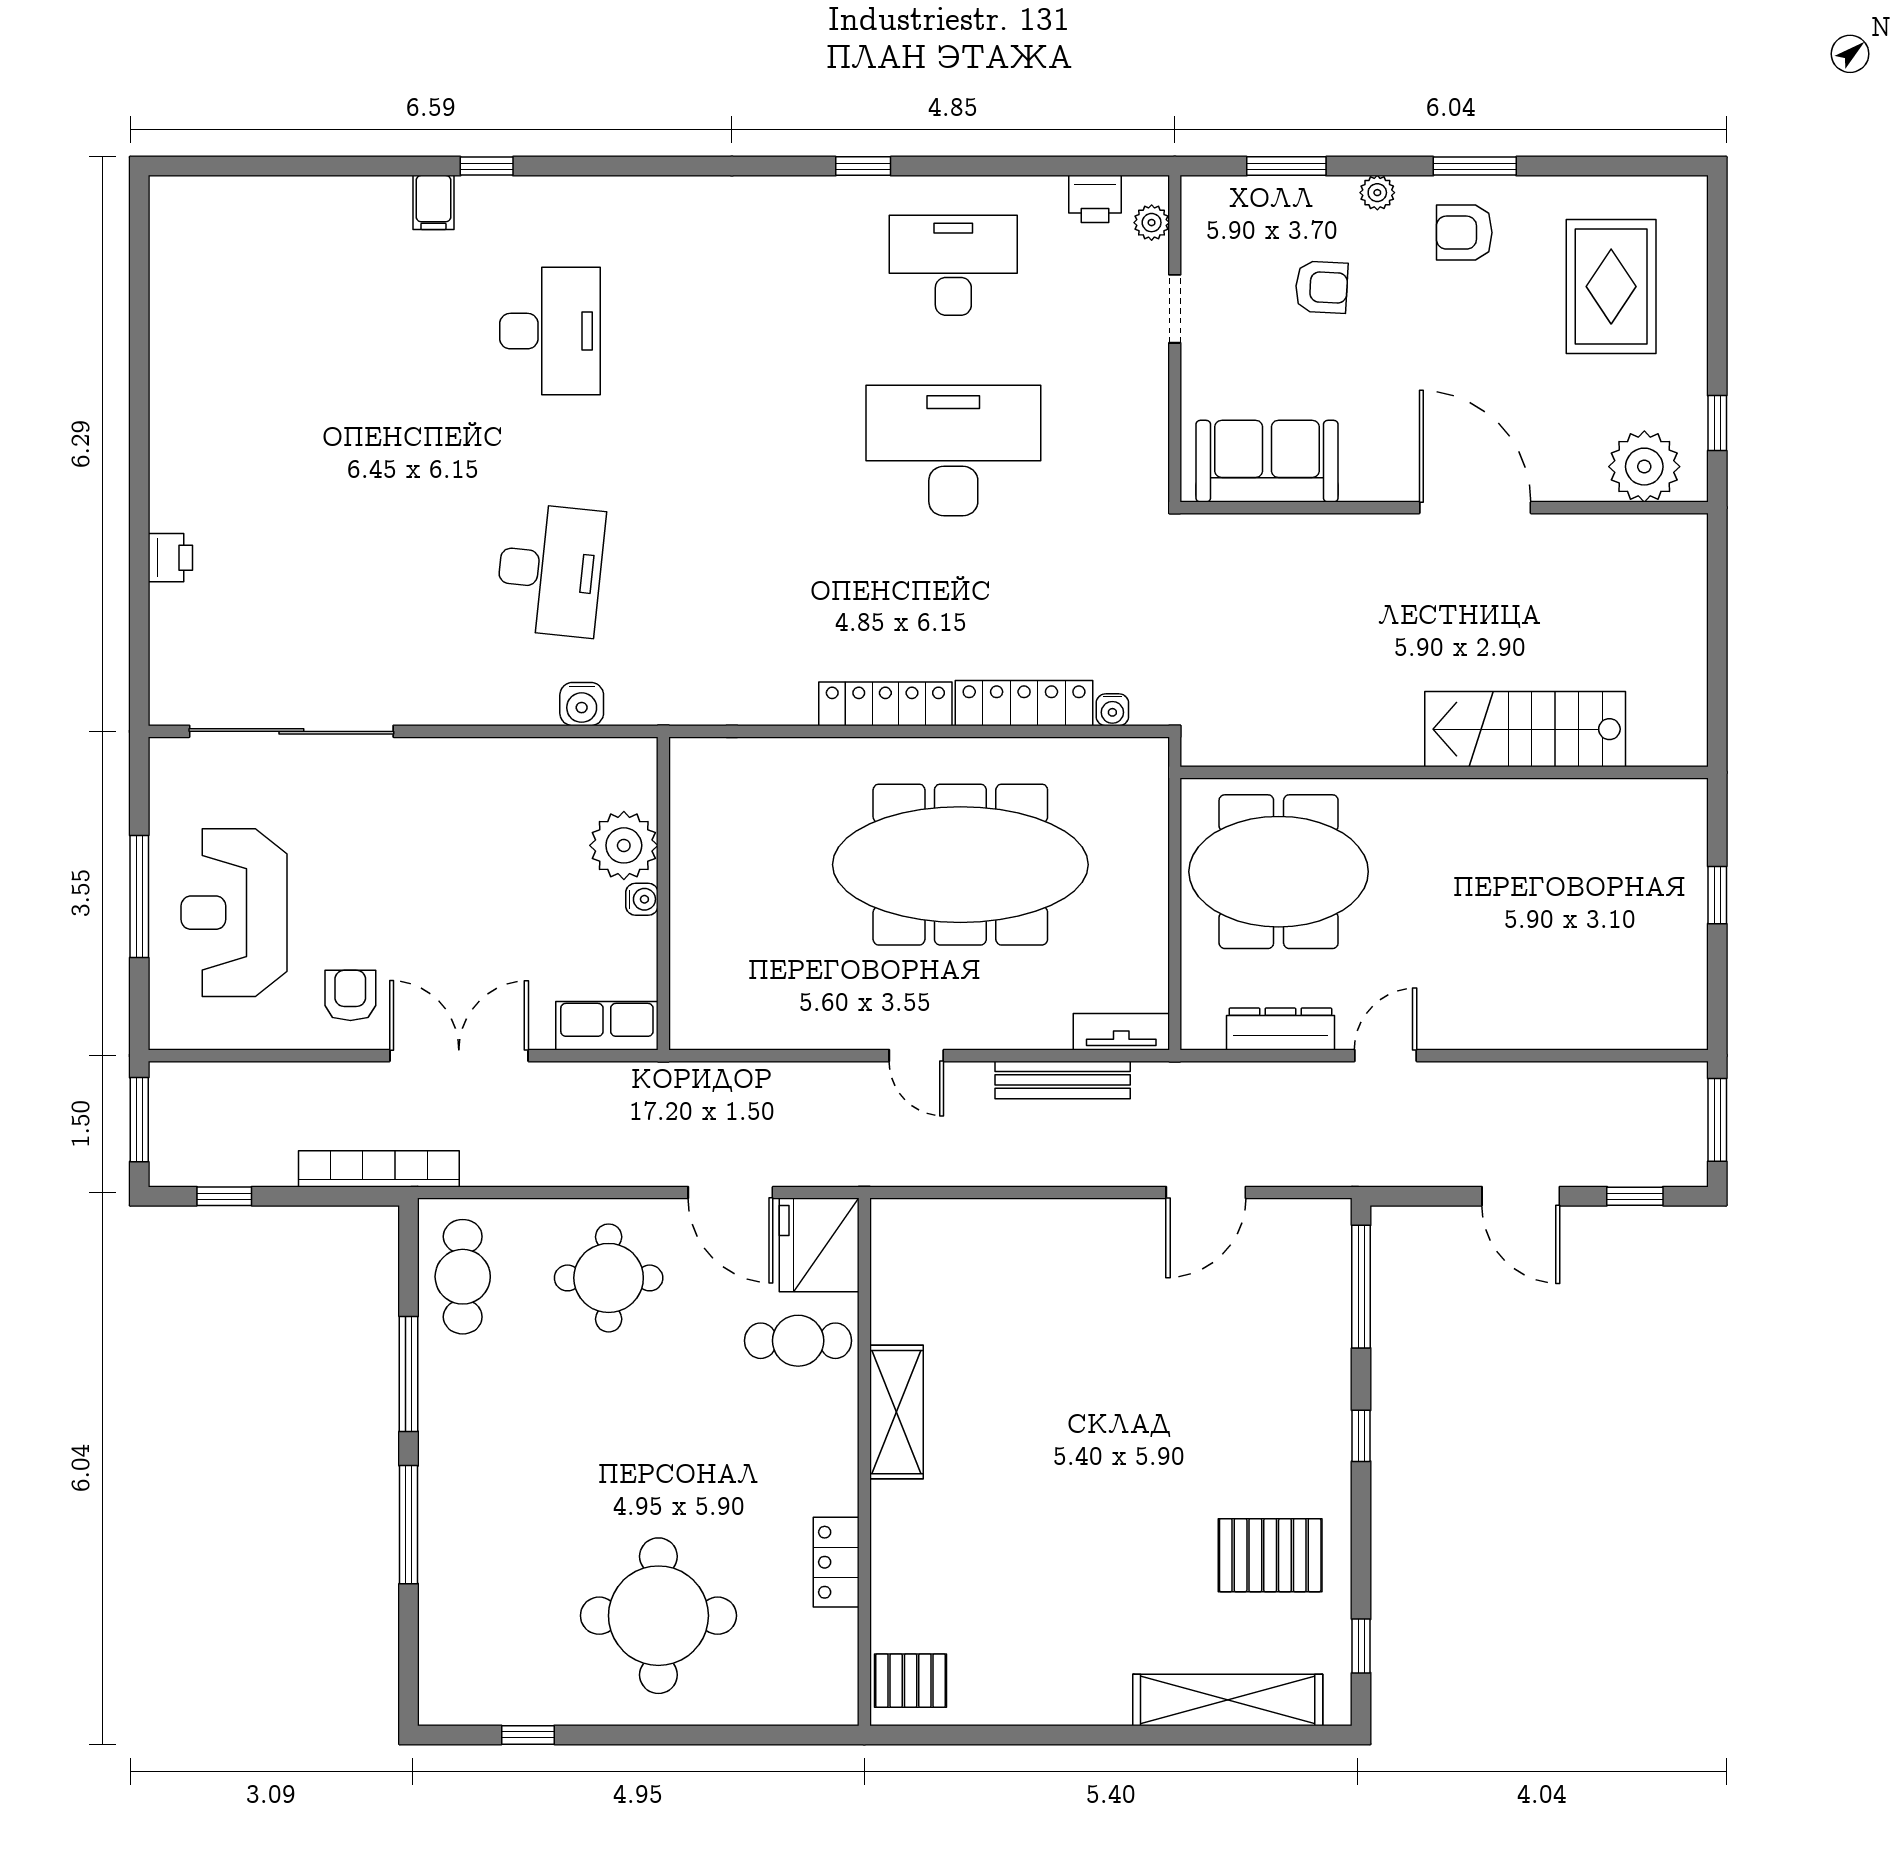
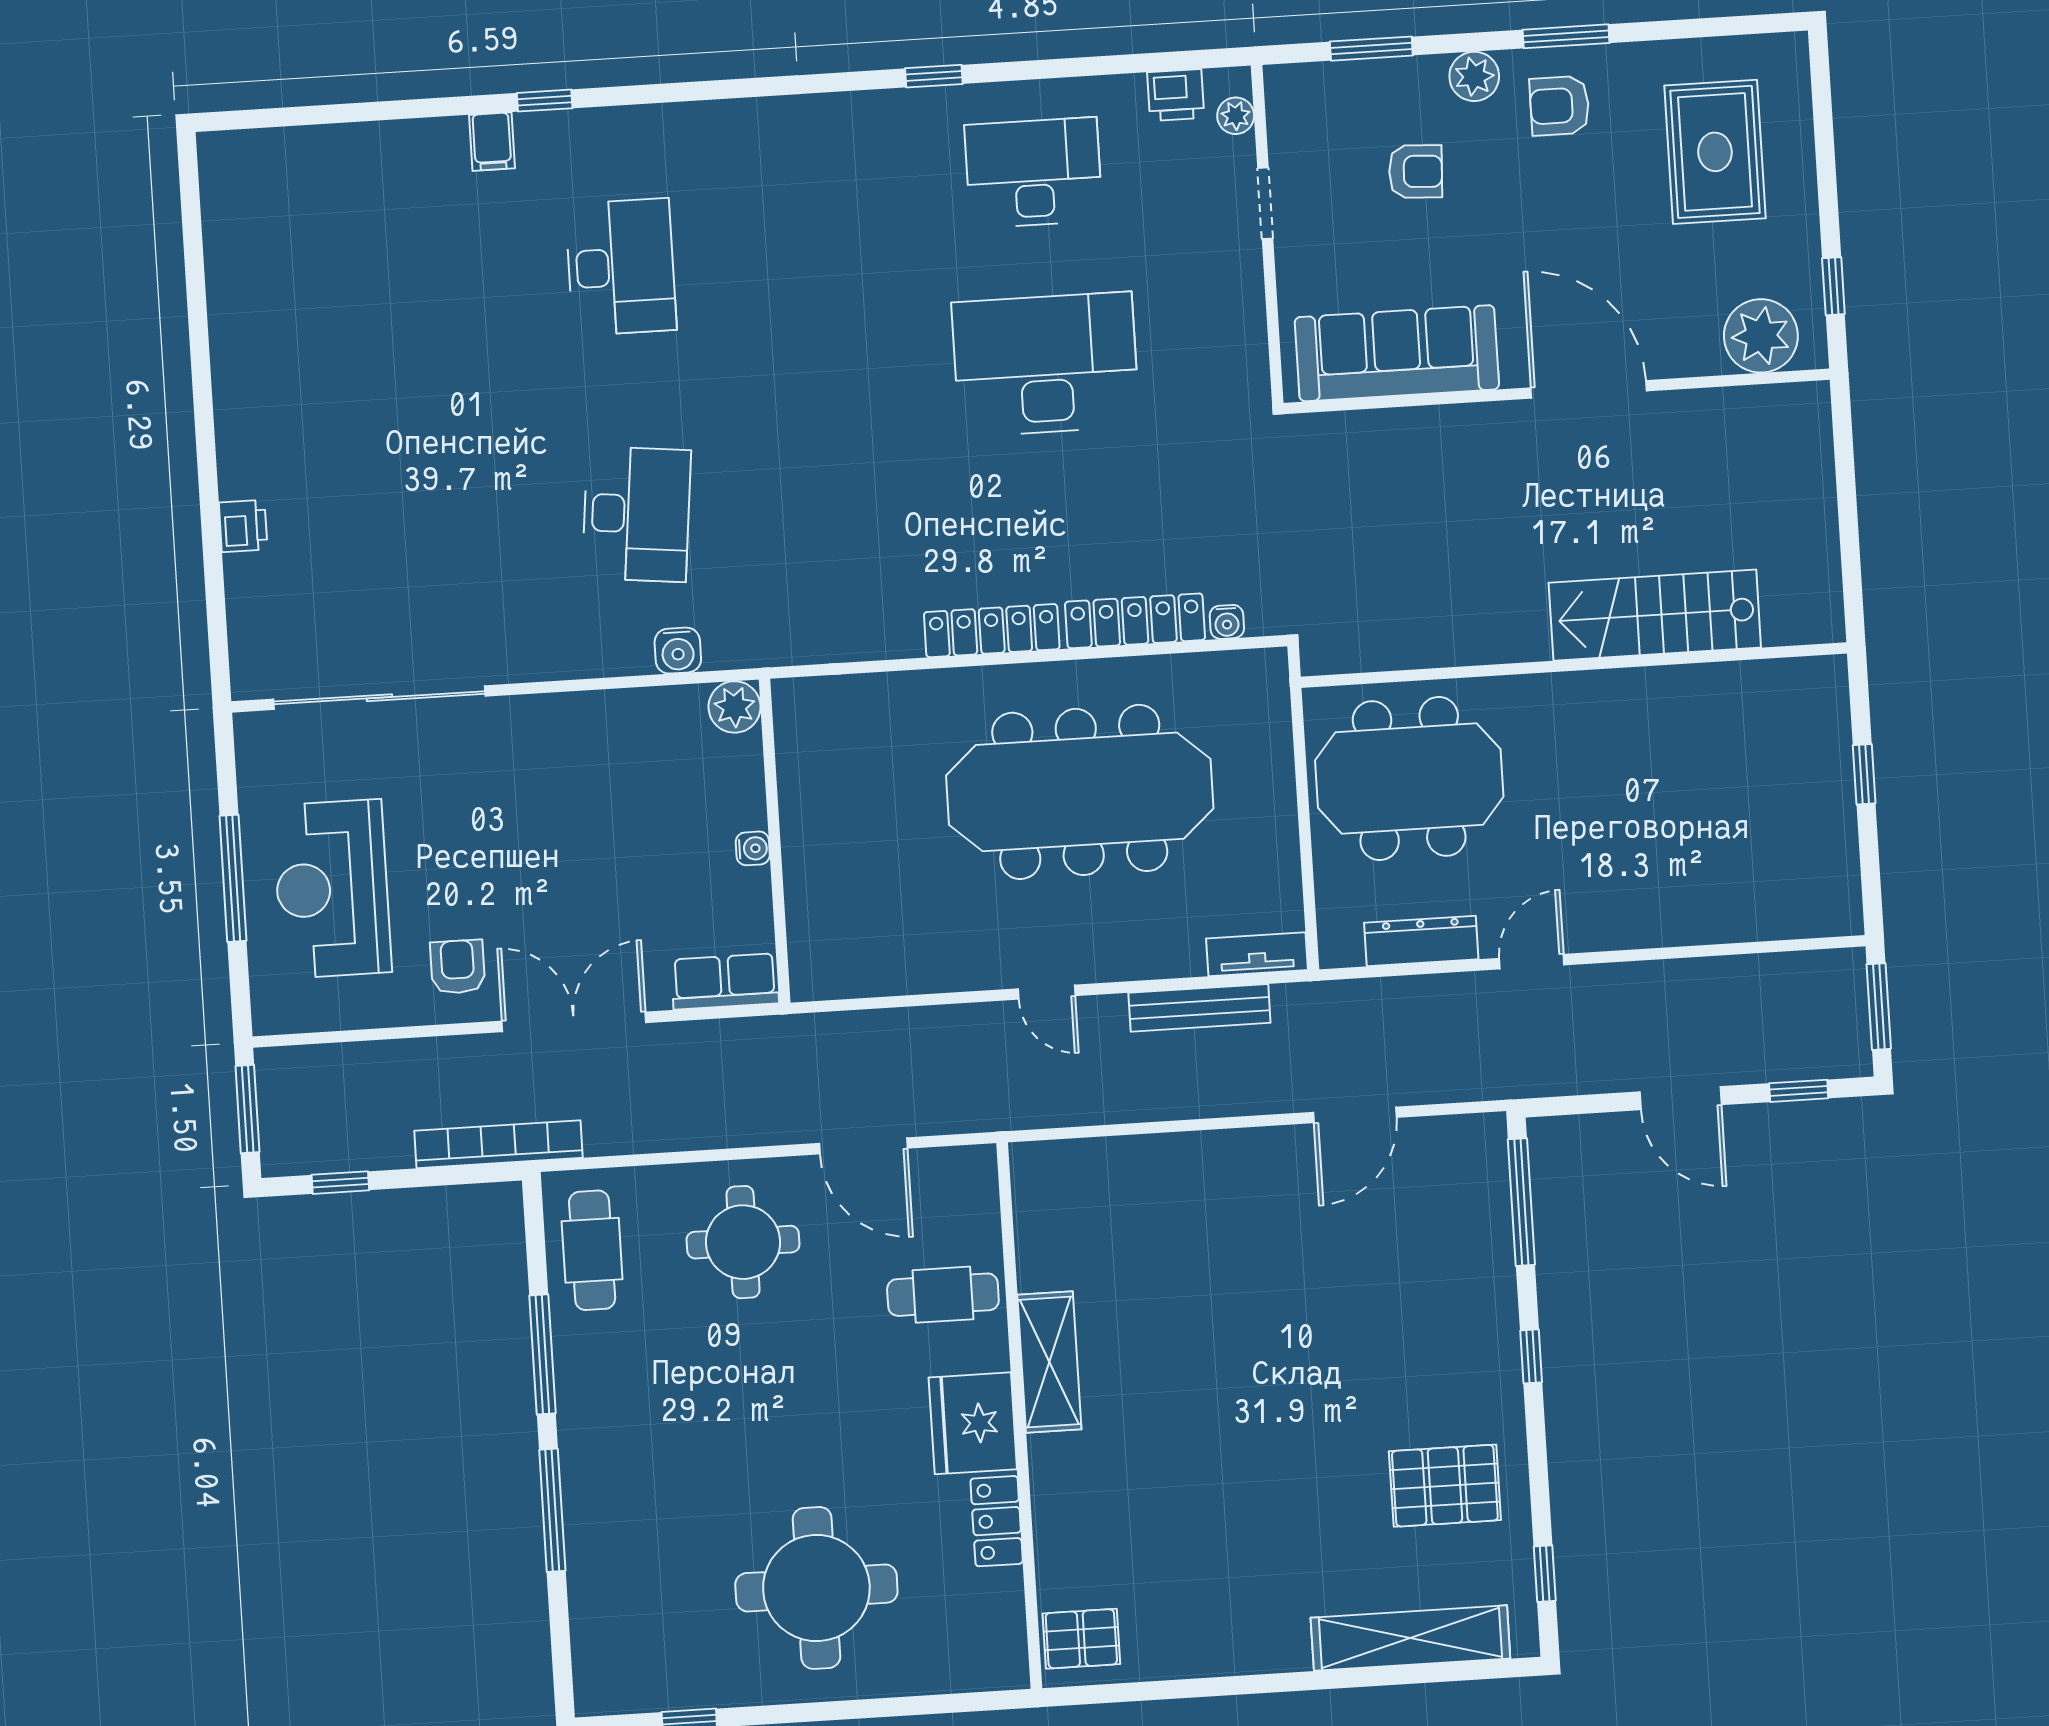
plant: (1377, 193) -> (1474, 76), width x1.38, depth x1.38
sofa: (1267, 461) -> (1397, 353), width x1.36
plant: (624, 845) -> (735, 707), moved, width x0.73, depth x0.73
fridge: (819, 1245) -> (973, 1423), moved

